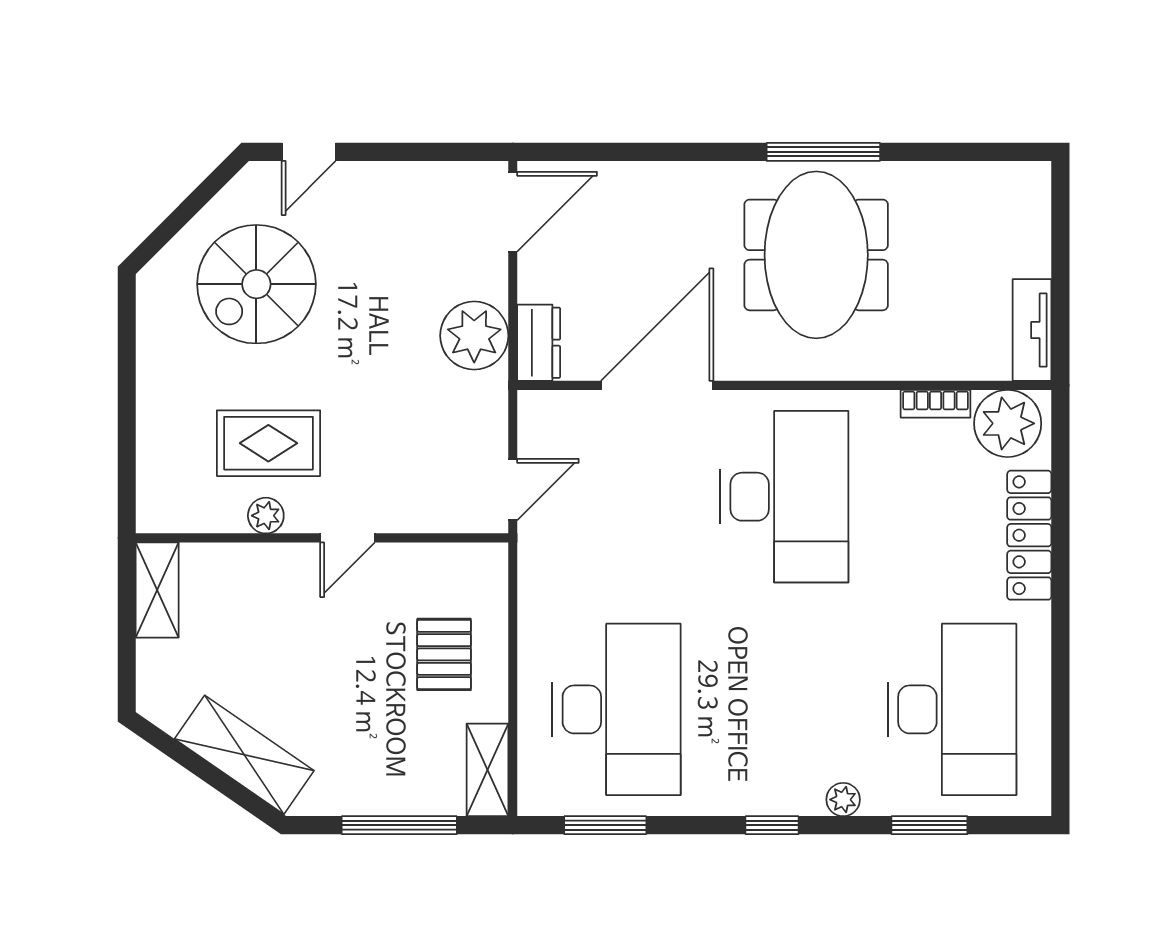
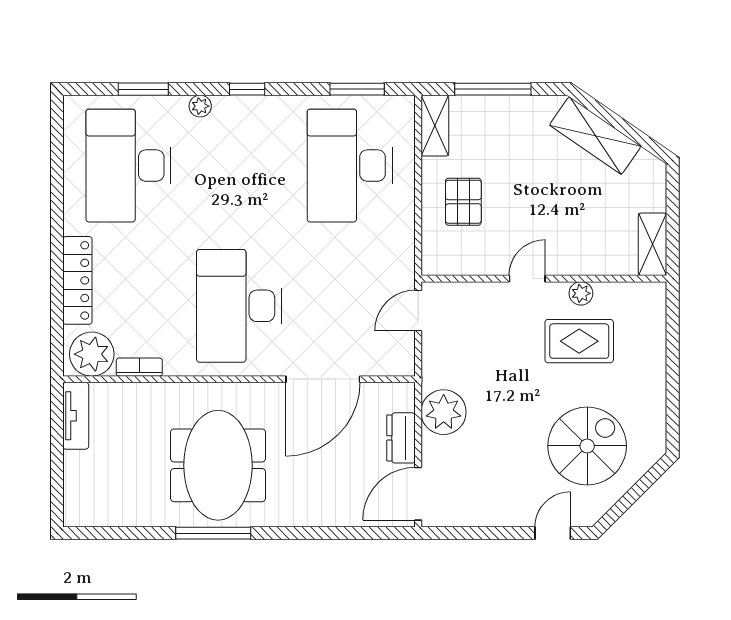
dresser: (539, 343) -> (401, 438), moved

